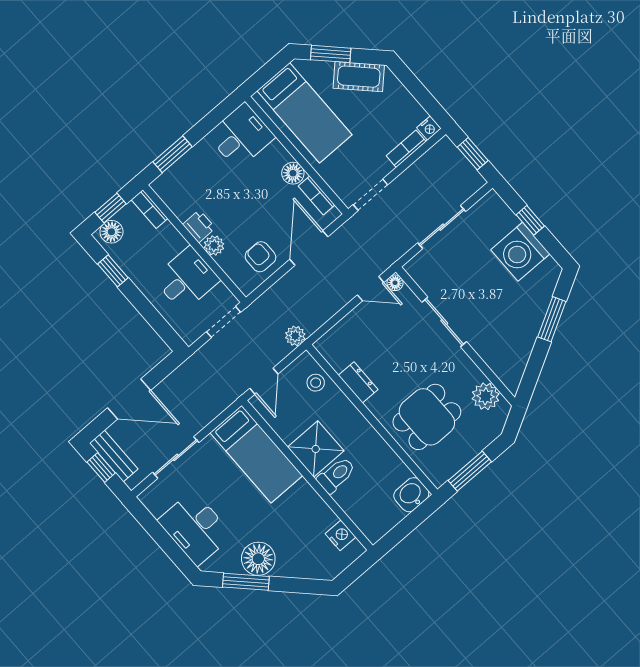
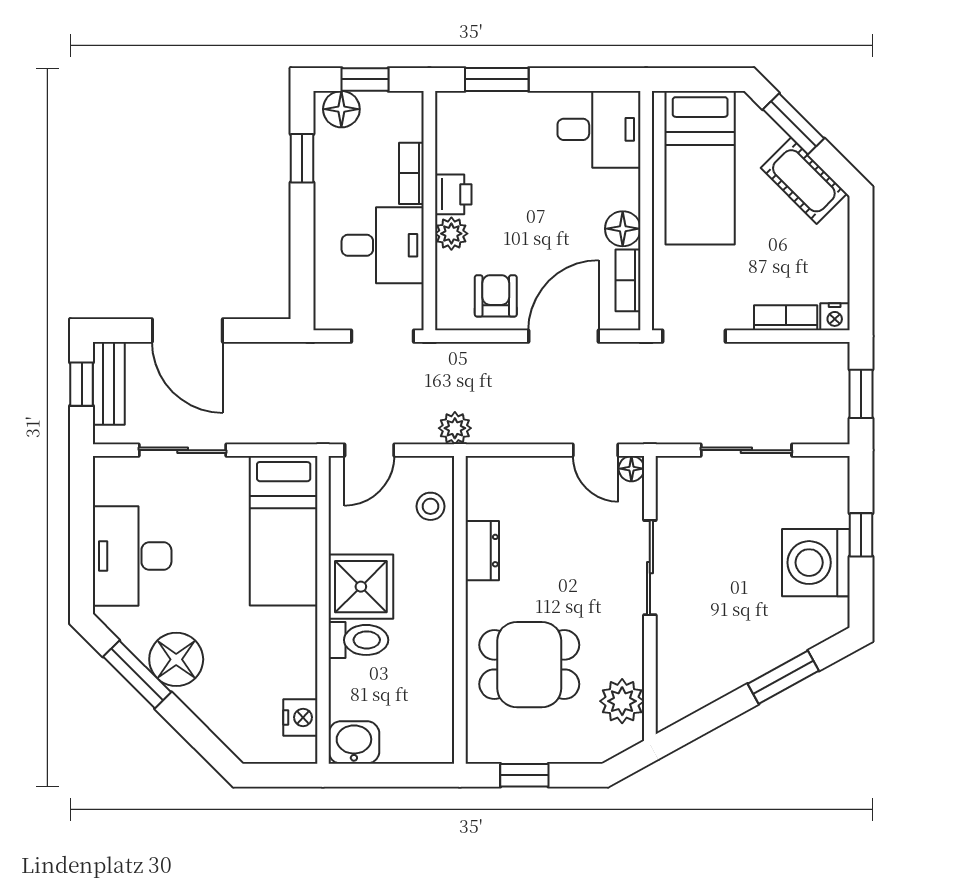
bookcase: (150, 209) -> (411, 173), moved
window: (470, 471) -> (524, 775), width x0.67
washbasin: (411, 495) -> (354, 742), moved

